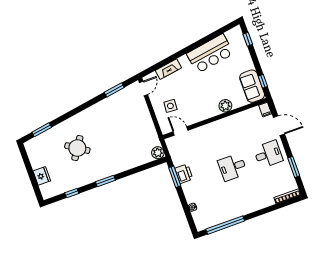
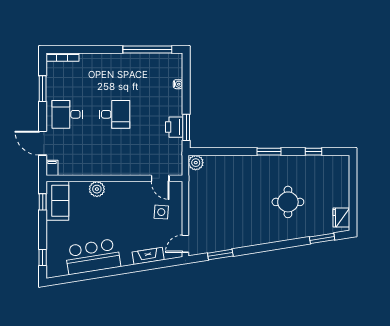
round table: (77, 148) -> (288, 202), turned -33
fridge: (42, 176) -> (341, 217), moved

